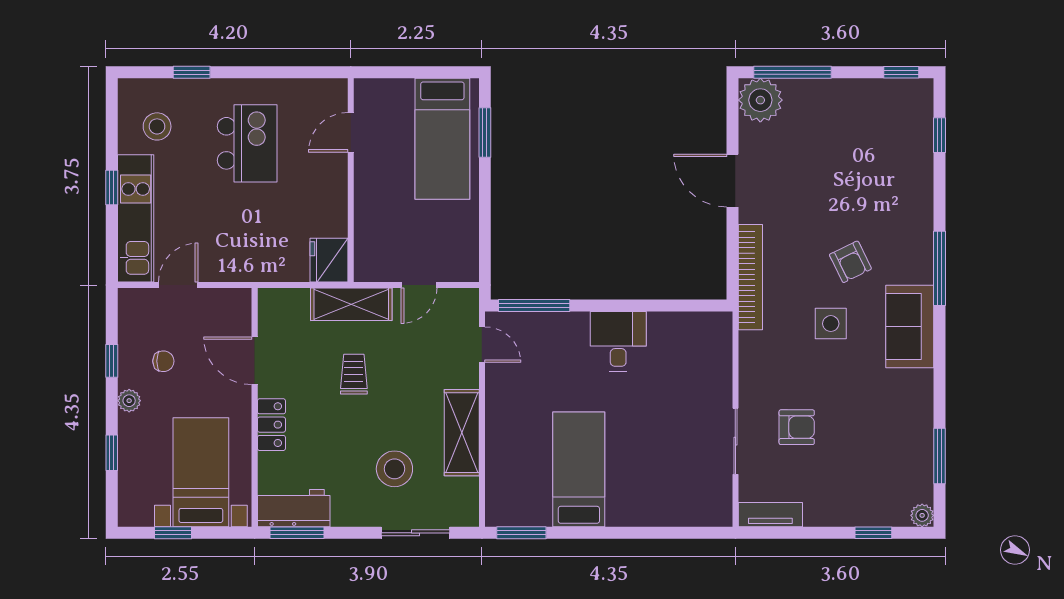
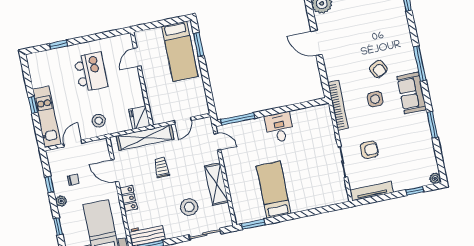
stool: (157, 126) -> (99, 121), moved
bookcase: (750, 277) -> (338, 105), moved
shelving: (351, 304) -> (145, 138), width x1.47
window: (939, 456) -> (432, 125), moved
tv unit: (770, 515) -> (372, 191), width x1.41

